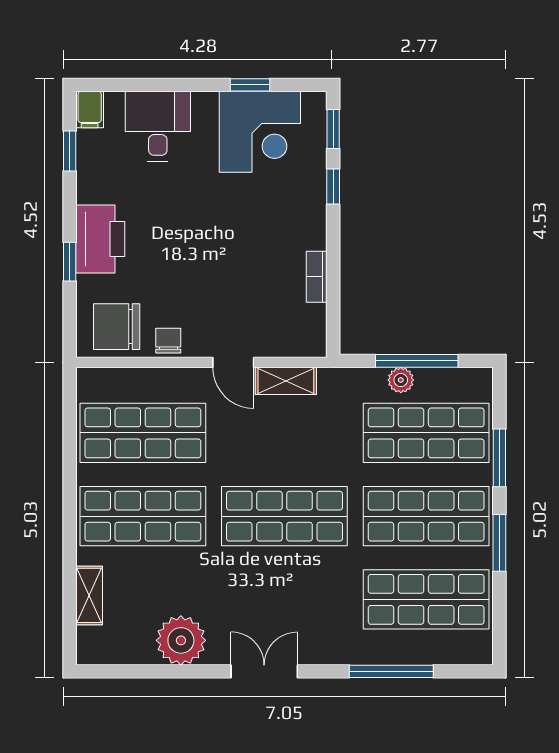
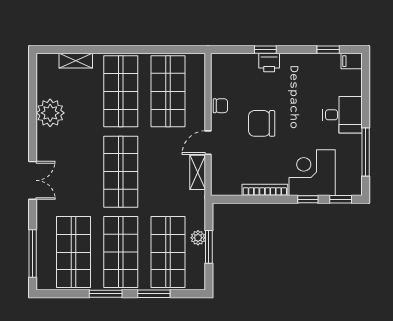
window: (250, 85) -> (366, 152), width x2.17
desk: (158, 126) -> (342, 115), moved
corner desk: (260, 132) -> (312, 173), moved, turned 90
printer: (100, 239) -> (269, 63), width x0.53, depth x0.68
bookcase: (317, 277) -> (265, 190), width x1.56
chair: (117, 327) -> (262, 123), moved, turned -90
window: (417, 361) -> (209, 247), width x0.69
double door: (264, 671) -> (33, 180), moved
window: (391, 671) -> (33, 253), moved

